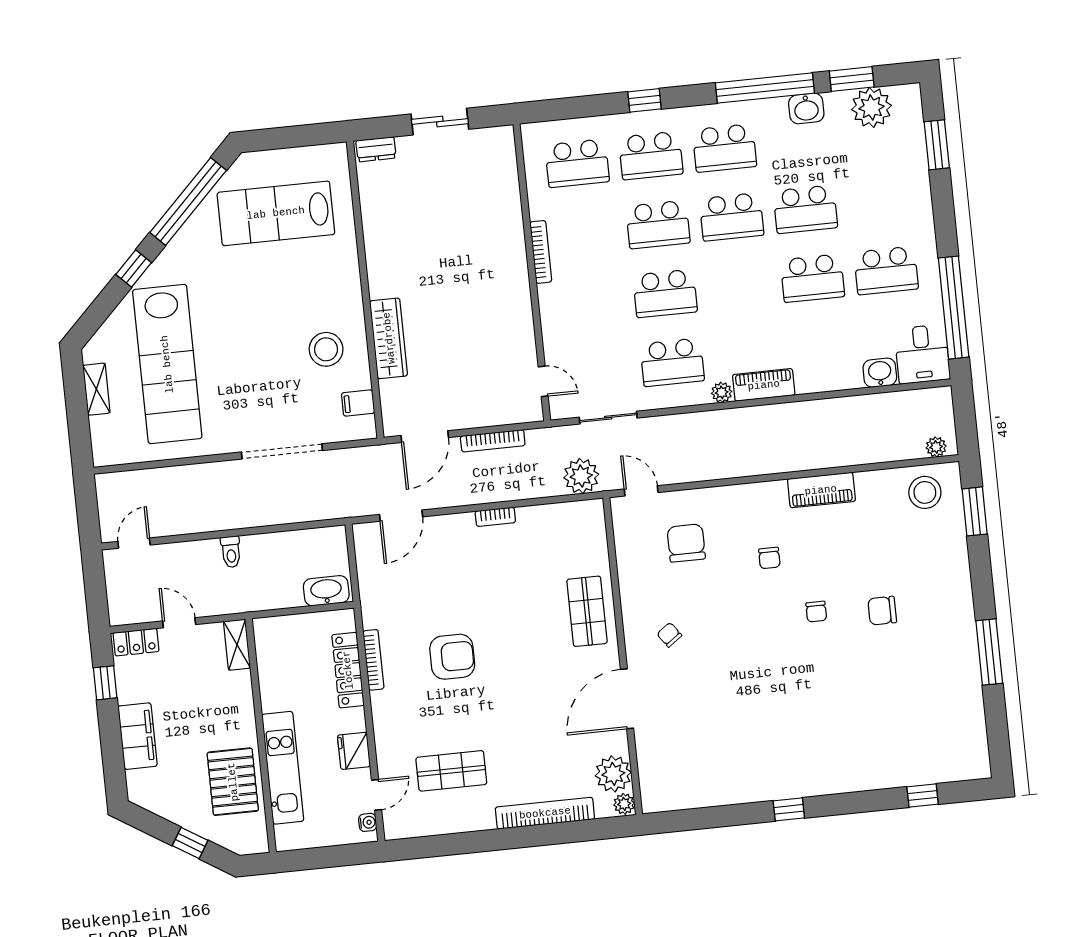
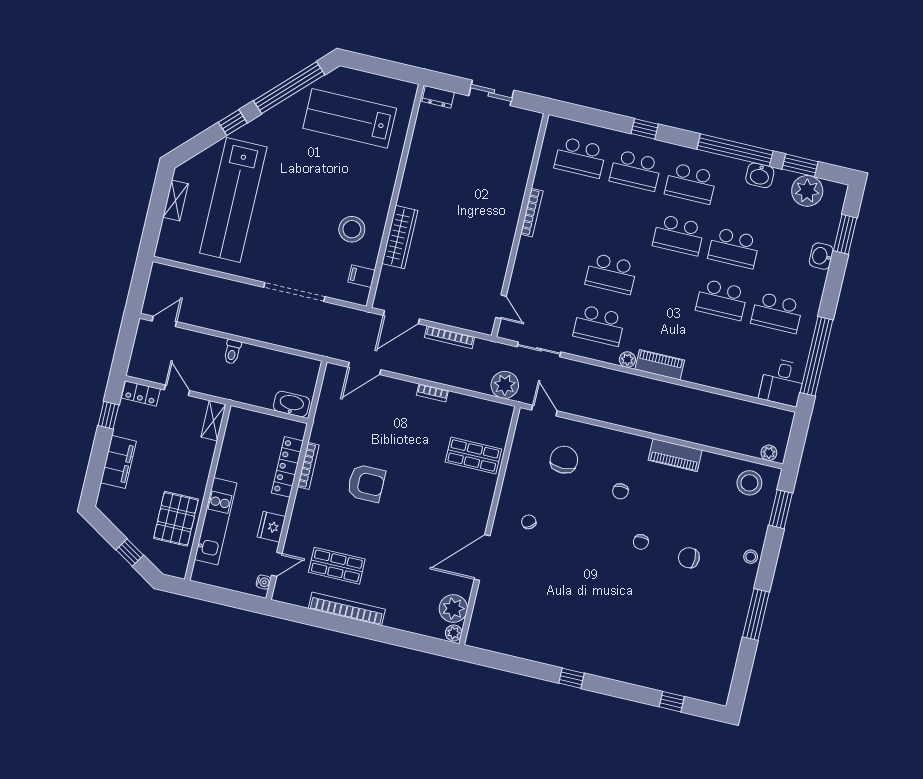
school desk: (658, 224) -> (623, 222), removed
washbasin: (880, 373) -> (821, 256), moved, turned -90
stool: (958, 583) -> (751, 557), added
shop shelf: (587, 611) -> (473, 456), moved, turned 90
bookcase: (545, 813) -> (347, 609), moved

